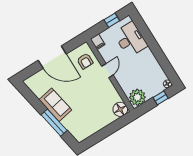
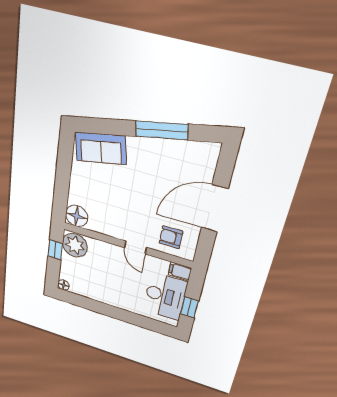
desk: (131, 39) -> (165, 296), moved, turned -90
window: (161, 98) -> (55, 250), moved
sofa: (55, 105) -> (101, 148), moved
window: (54, 123) -> (162, 130), moved

